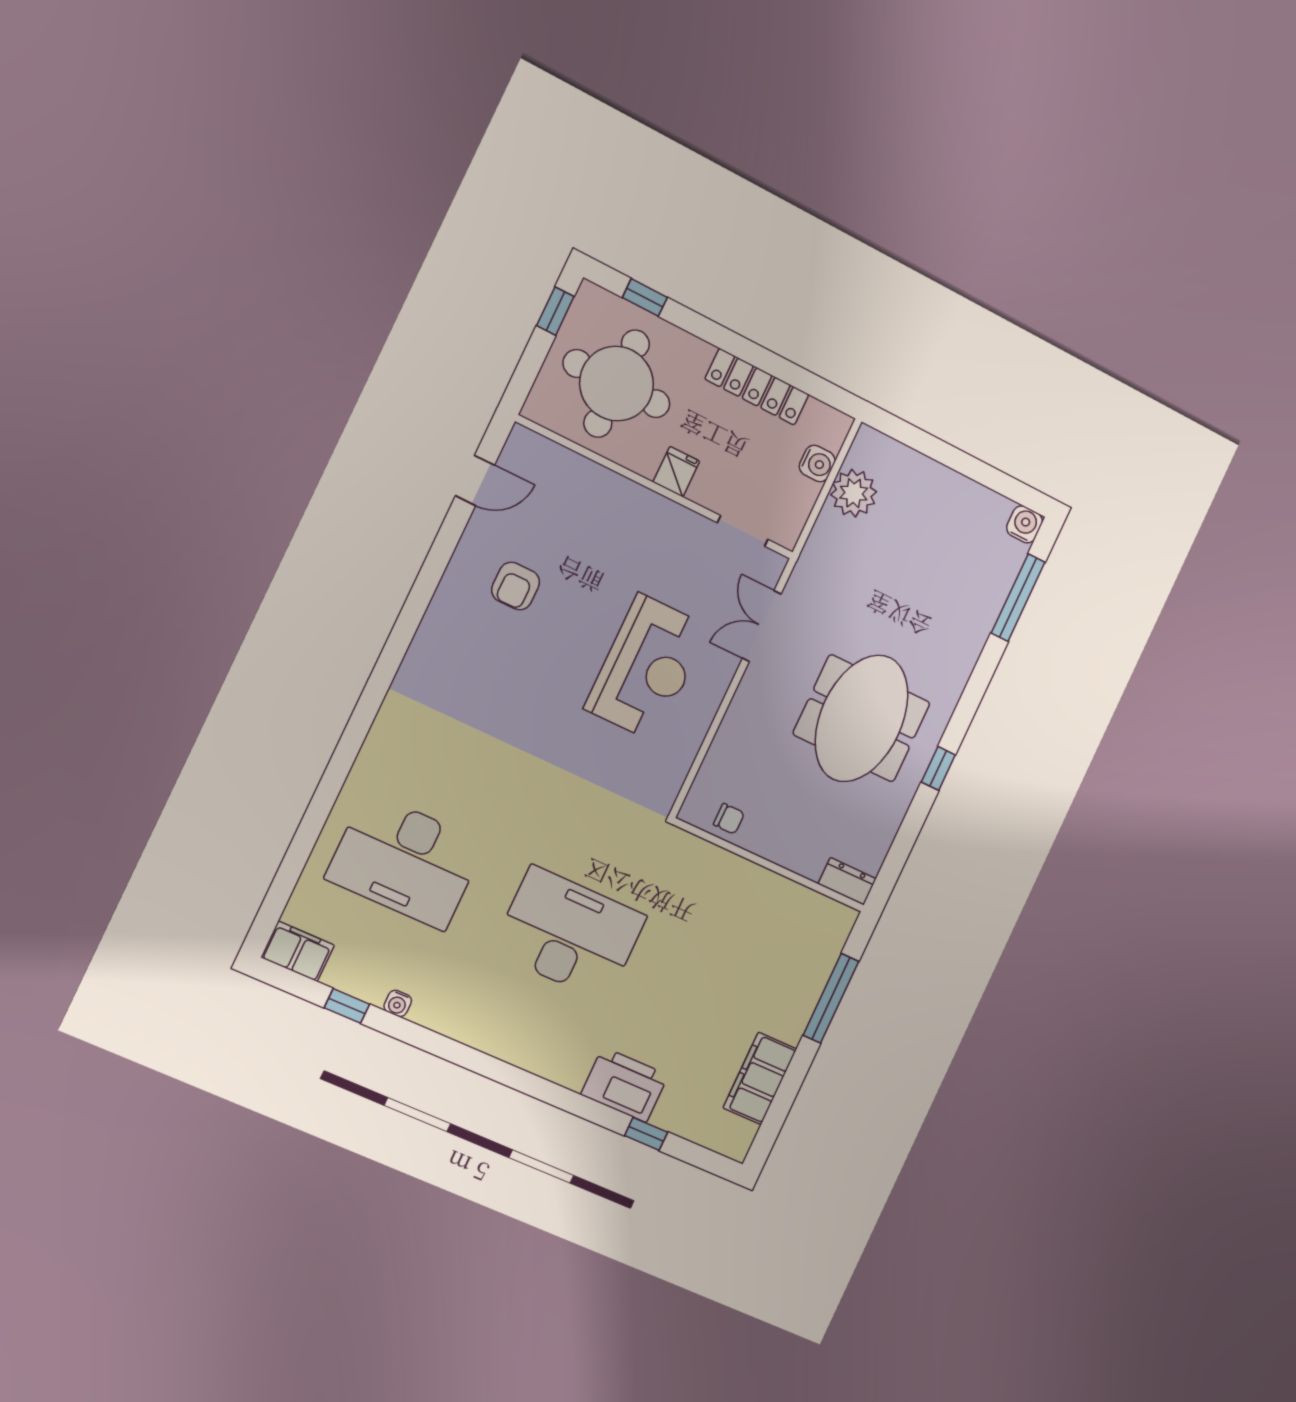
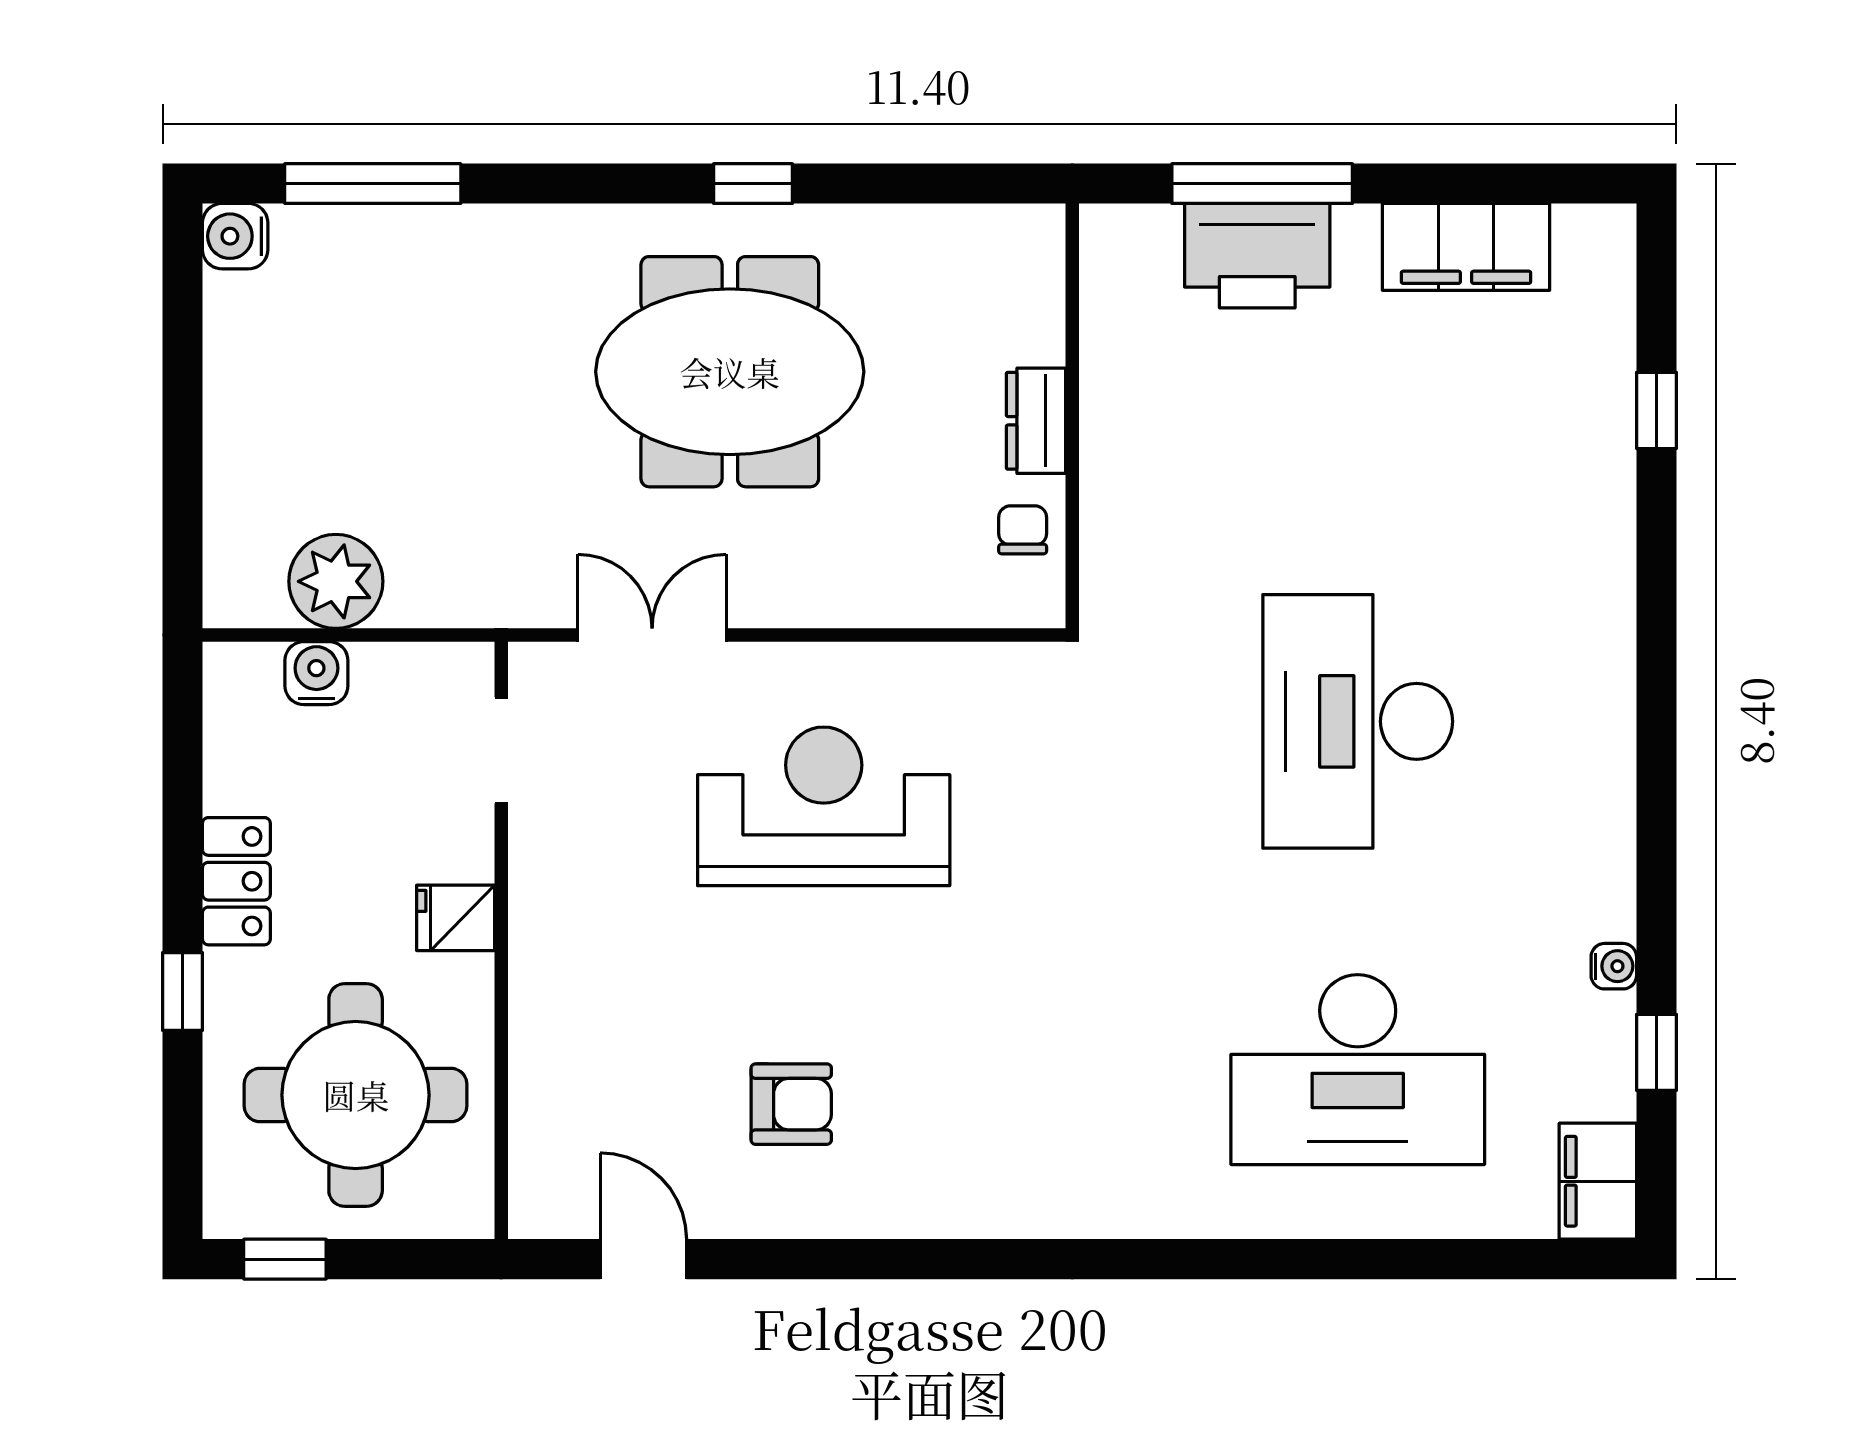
window: (645, 297) -> (183, 991), moved
locker: (757, 387) -> (236, 881), width x0.66
double door: (762, 626) -> (652, 635), swing flipped
desk: (406, 861) -> (1358, 1070), turned 90
dresser: (847, 881) -> (1036, 421), moved
printer: (625, 1085) -> (1257, 256), moved, turned -90

